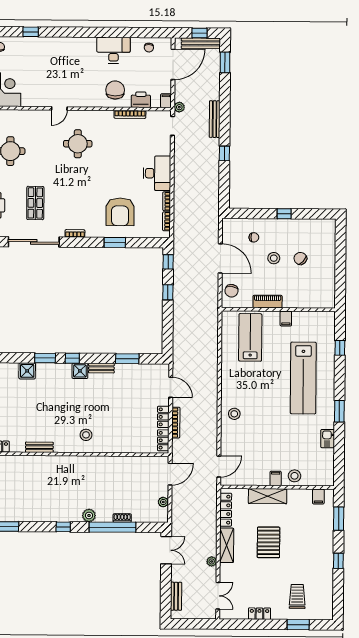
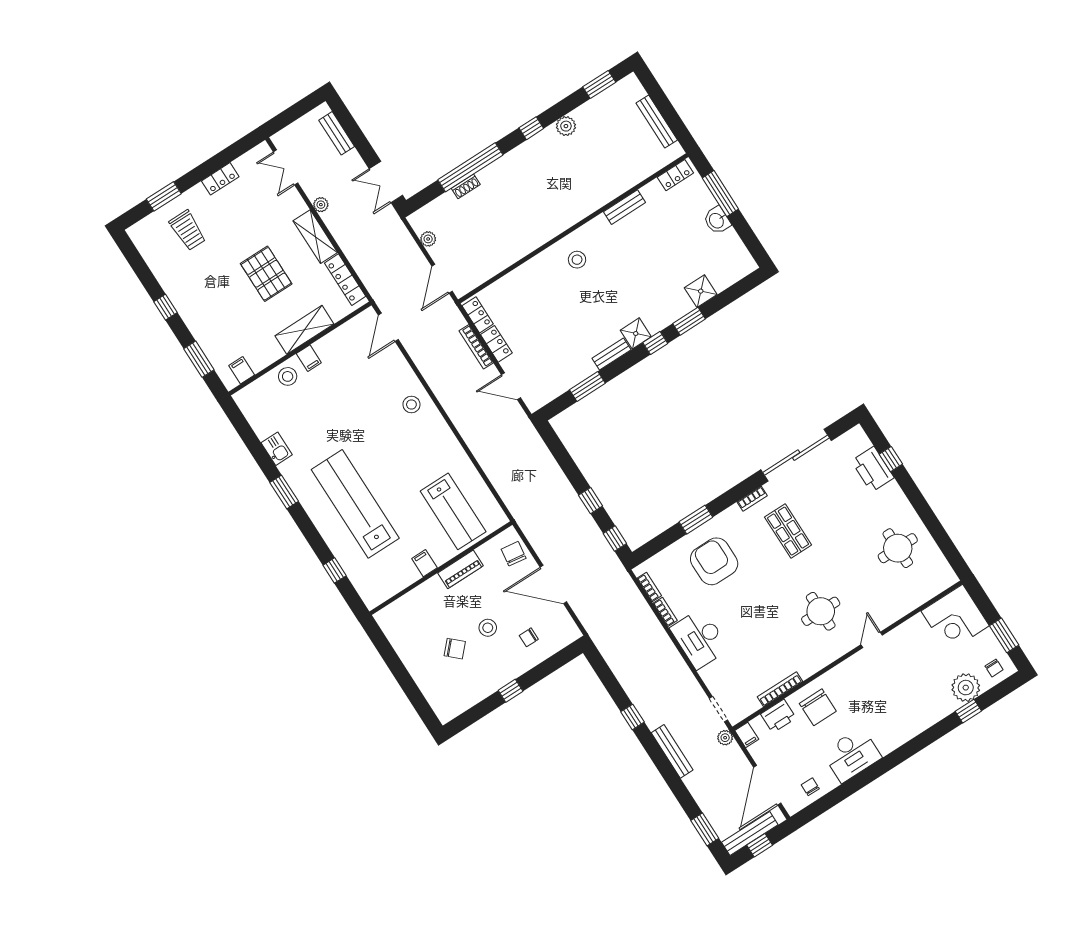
plant: (23, 46) -> (966, 688), added
shop shelf: (35, 203) -> (788, 531), moved
plant: (89, 515) -> (566, 126), moved

